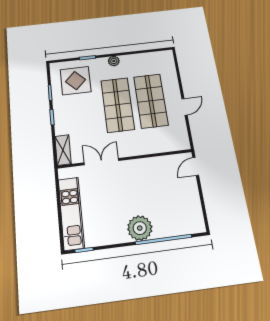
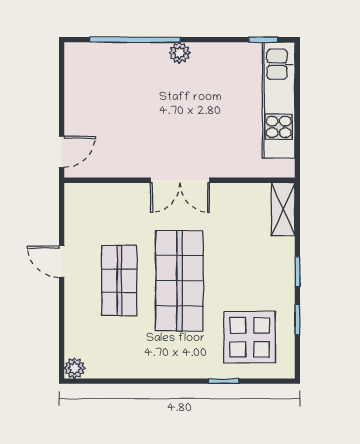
plant: (114, 61) -> (75, 368), moved
shop shelf: (151, 101) -> (119, 281), width x0.70, depth x0.74
door: (184, 107) -> (62, 262), hinge flipped
double door: (101, 162) -> (180, 180), moved
plant: (140, 228) -> (180, 53), width x0.53, depth x0.53

